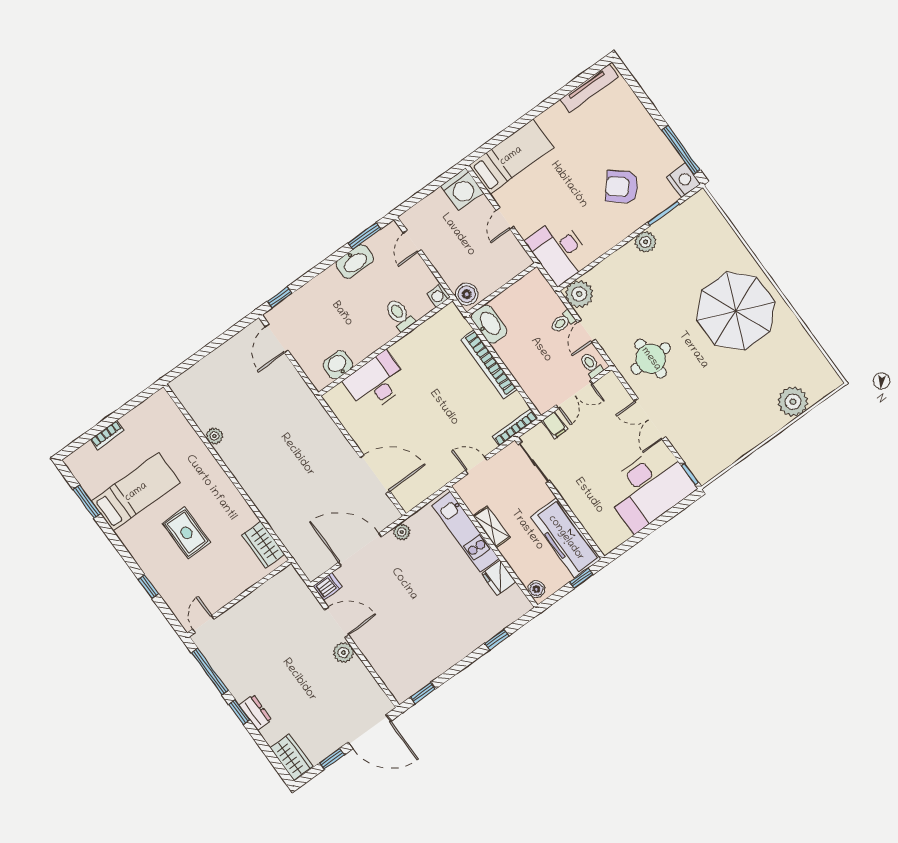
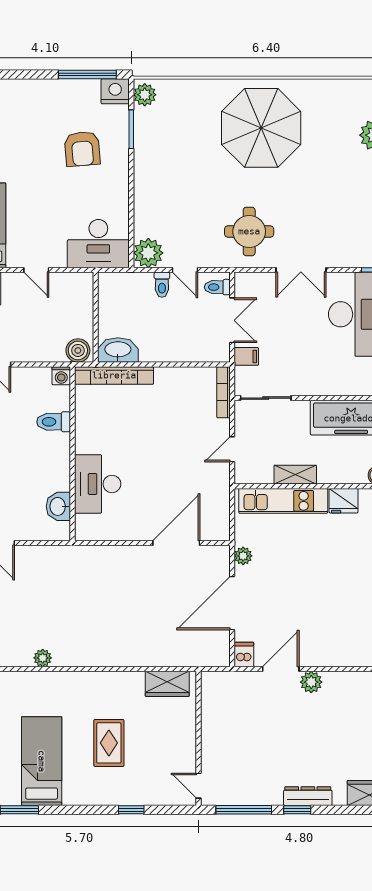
armchair: (622, 187) -> (82, 149), turned -45
plant: (645, 242) -> (145, 95), moved
bookcase: (489, 364) -> (114, 375), moved
rug: (186, 533) -> (109, 743), turned 90
dresser: (255, 713) -> (308, 796), width x1.44

